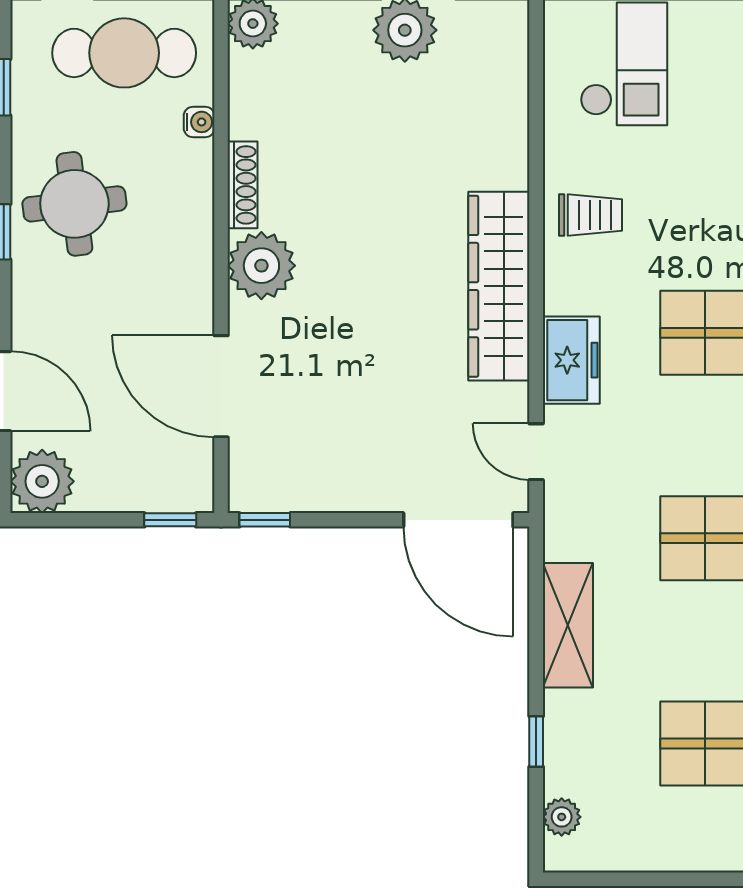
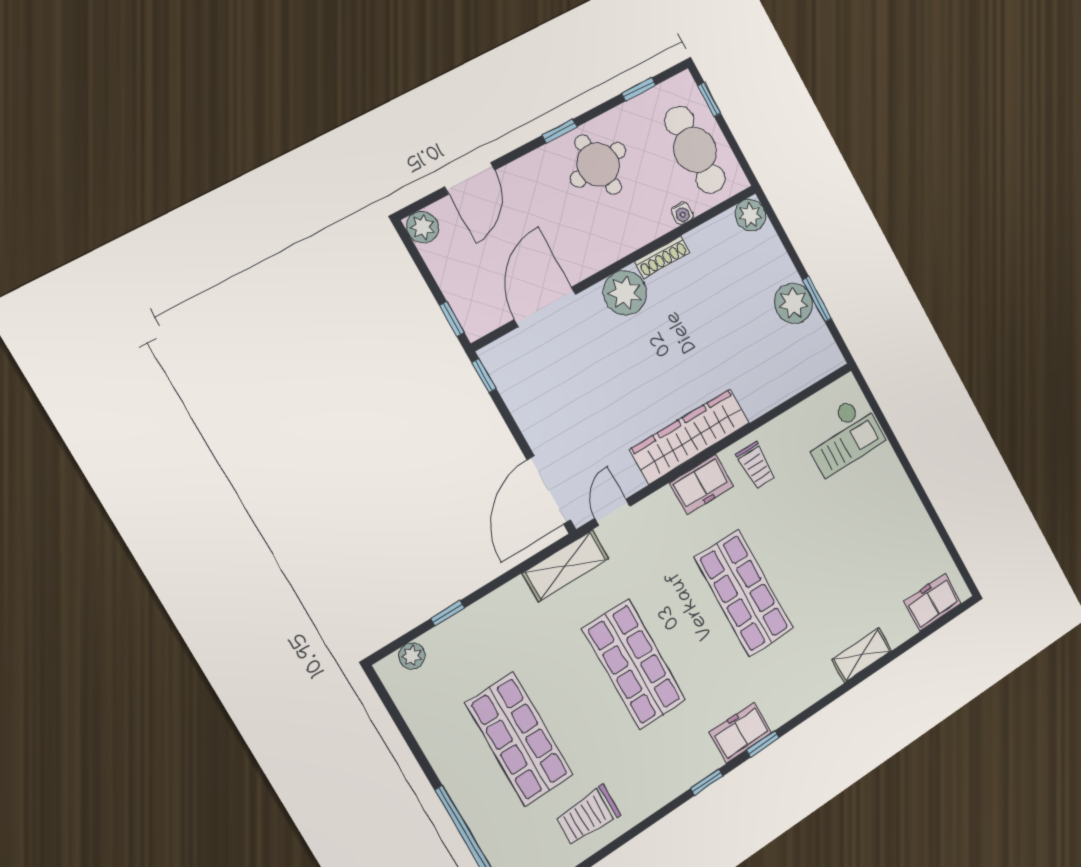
freezer: (571, 360) -> (701, 485), moved
plant: (42, 481) -> (422, 227), width x0.73, depth x0.73
shelving: (568, 625) -> (566, 566), moved

